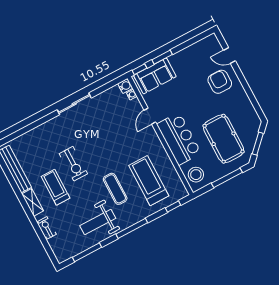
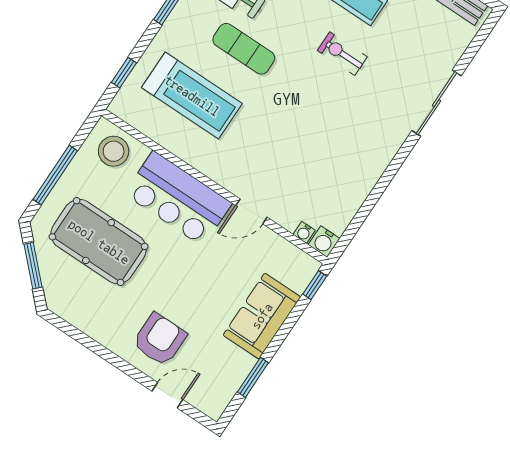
window: (162, 57) -> (253, 377), moved
sofa: (155, 76) -> (262, 316), moved
armchair: (220, 82) -> (160, 339), turned -90
sliding door: (74, 104) -> (436, 103), moved
door: (150, 116) -> (251, 211), swing flipped
exercise bike: (73, 164) -> (342, 54), width x0.73, depth x0.72

